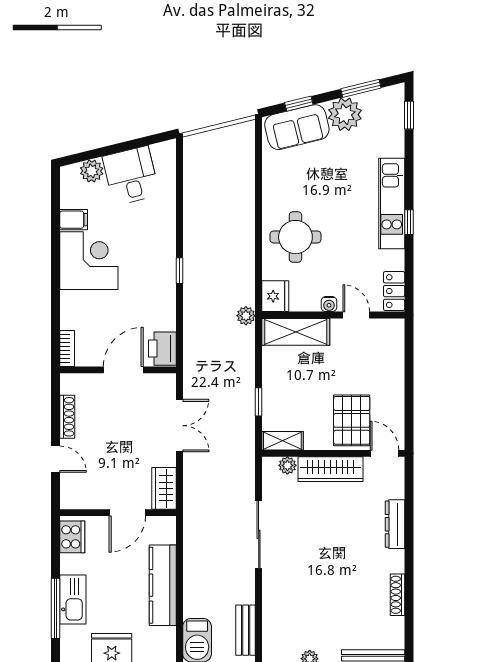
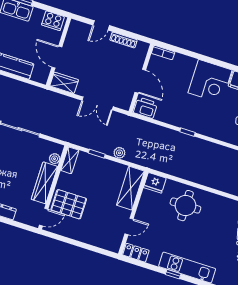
water cooler: (329, 304) -> (140, 213), removed
plant: (246, 316) -> (119, 153), moved

